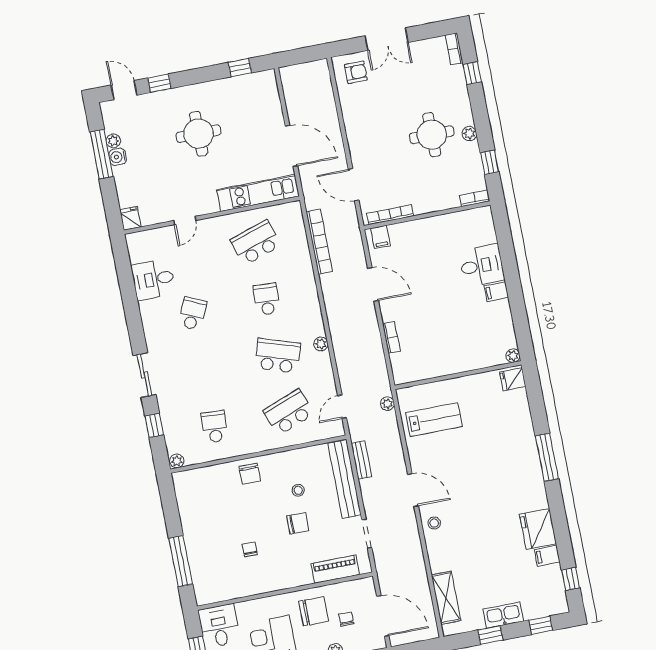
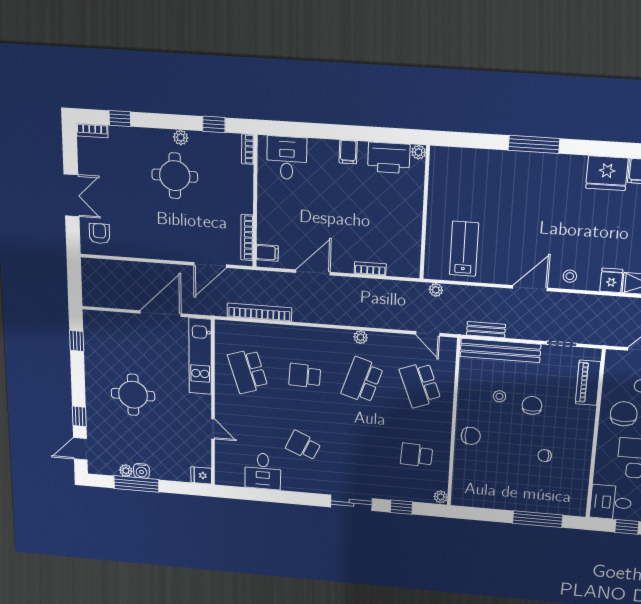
desk: (482, 265) -> (287, 158), moved
printer: (501, 330) -> (389, 158), added
fridge: (513, 379) -> (611, 280), moved, turned 180

